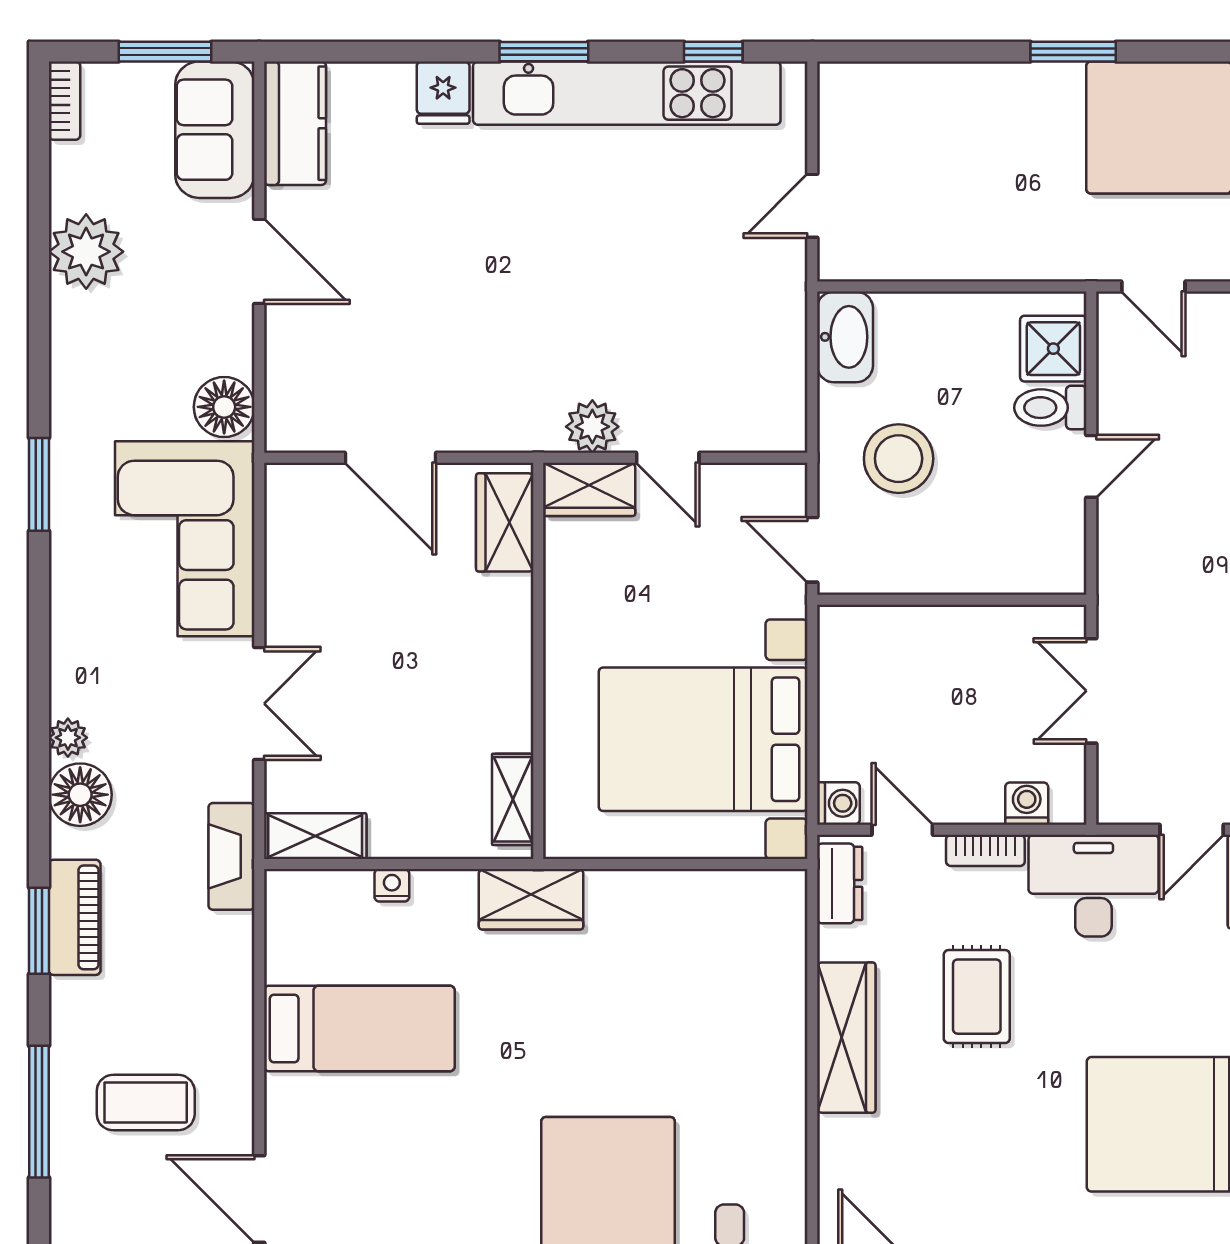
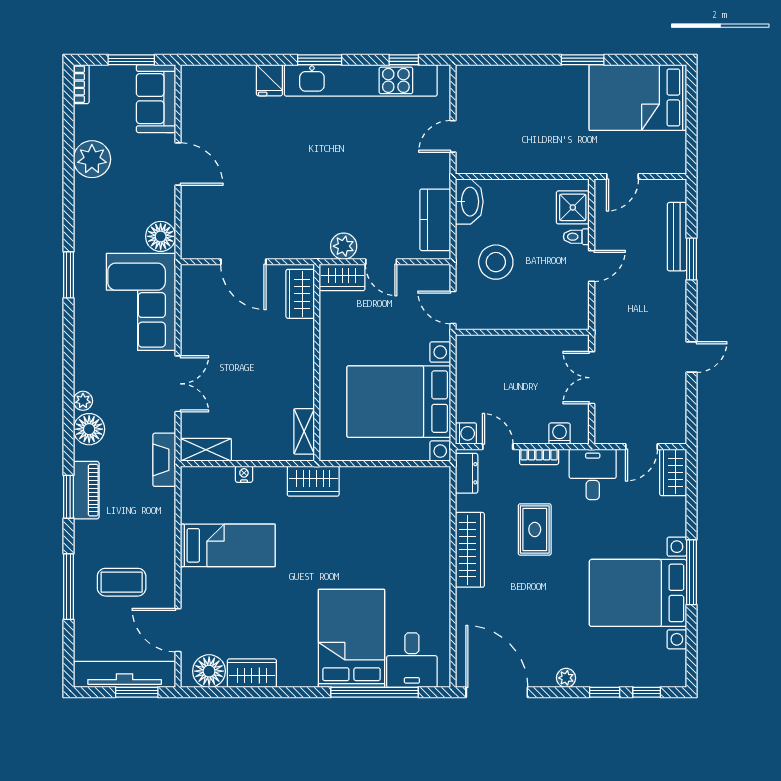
kitchen counter: (295, 123) -> (435, 220), moved, turned 180
door: (1153, 287) -> (623, 177), hinge flipped
toilet: (1050, 408) -> (576, 237), width x0.73, depth x0.72
desk: (1093, 886) -> (593, 474), width x0.73

